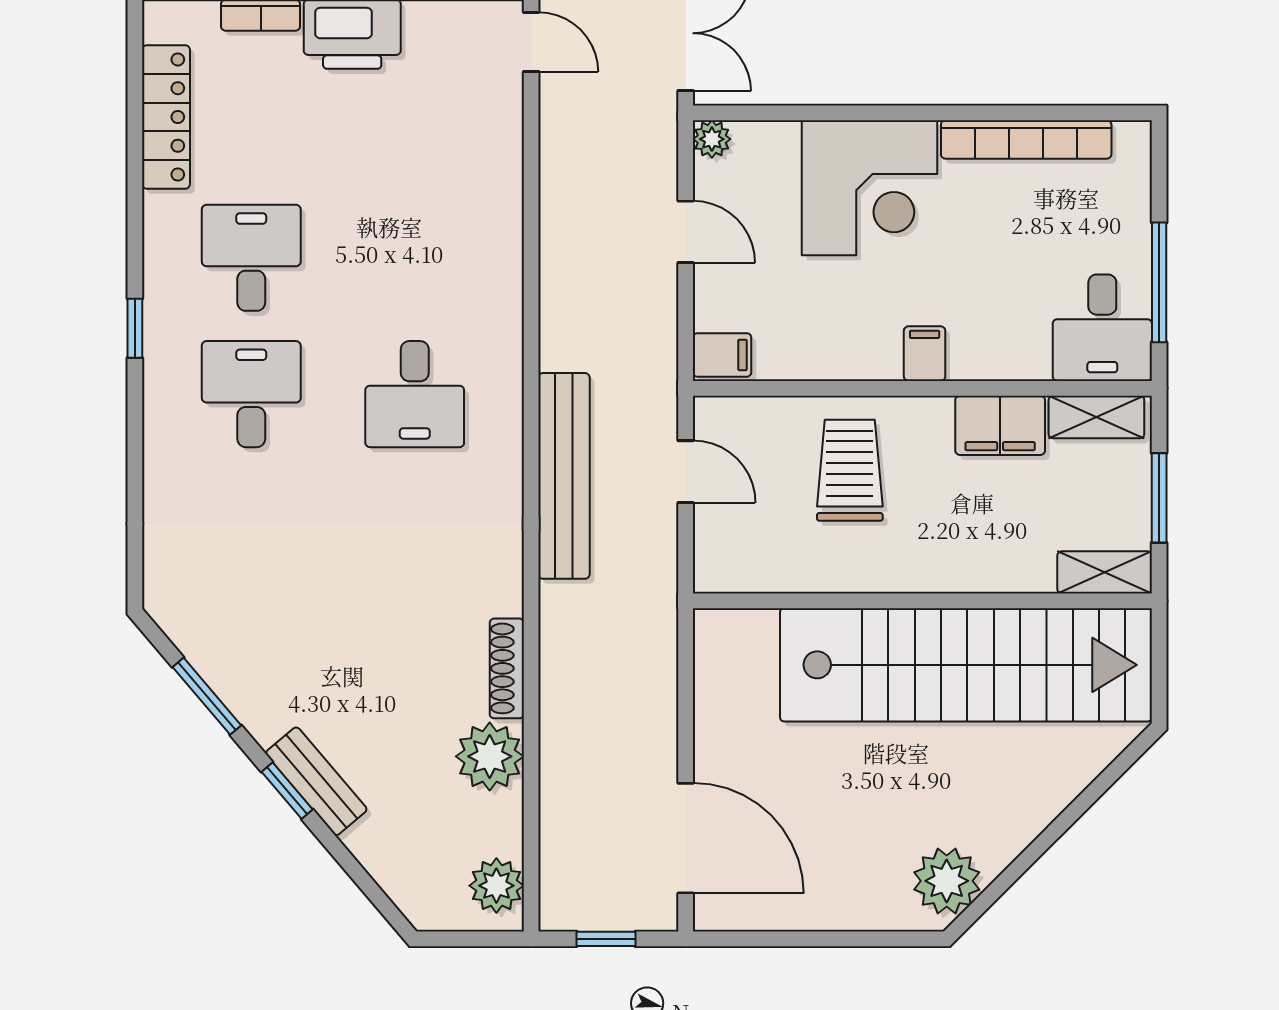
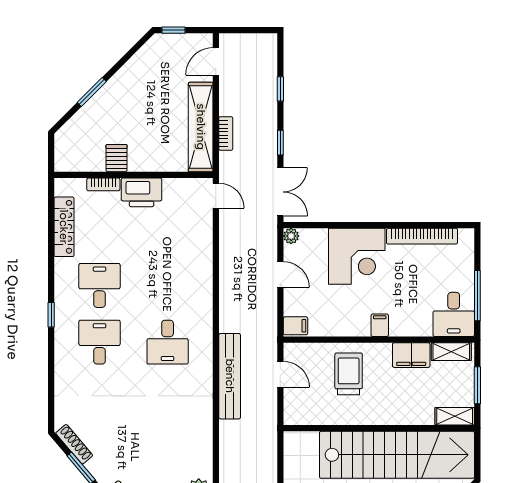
shoe rack: (507, 668) -> (74, 444), moved, turned 140

